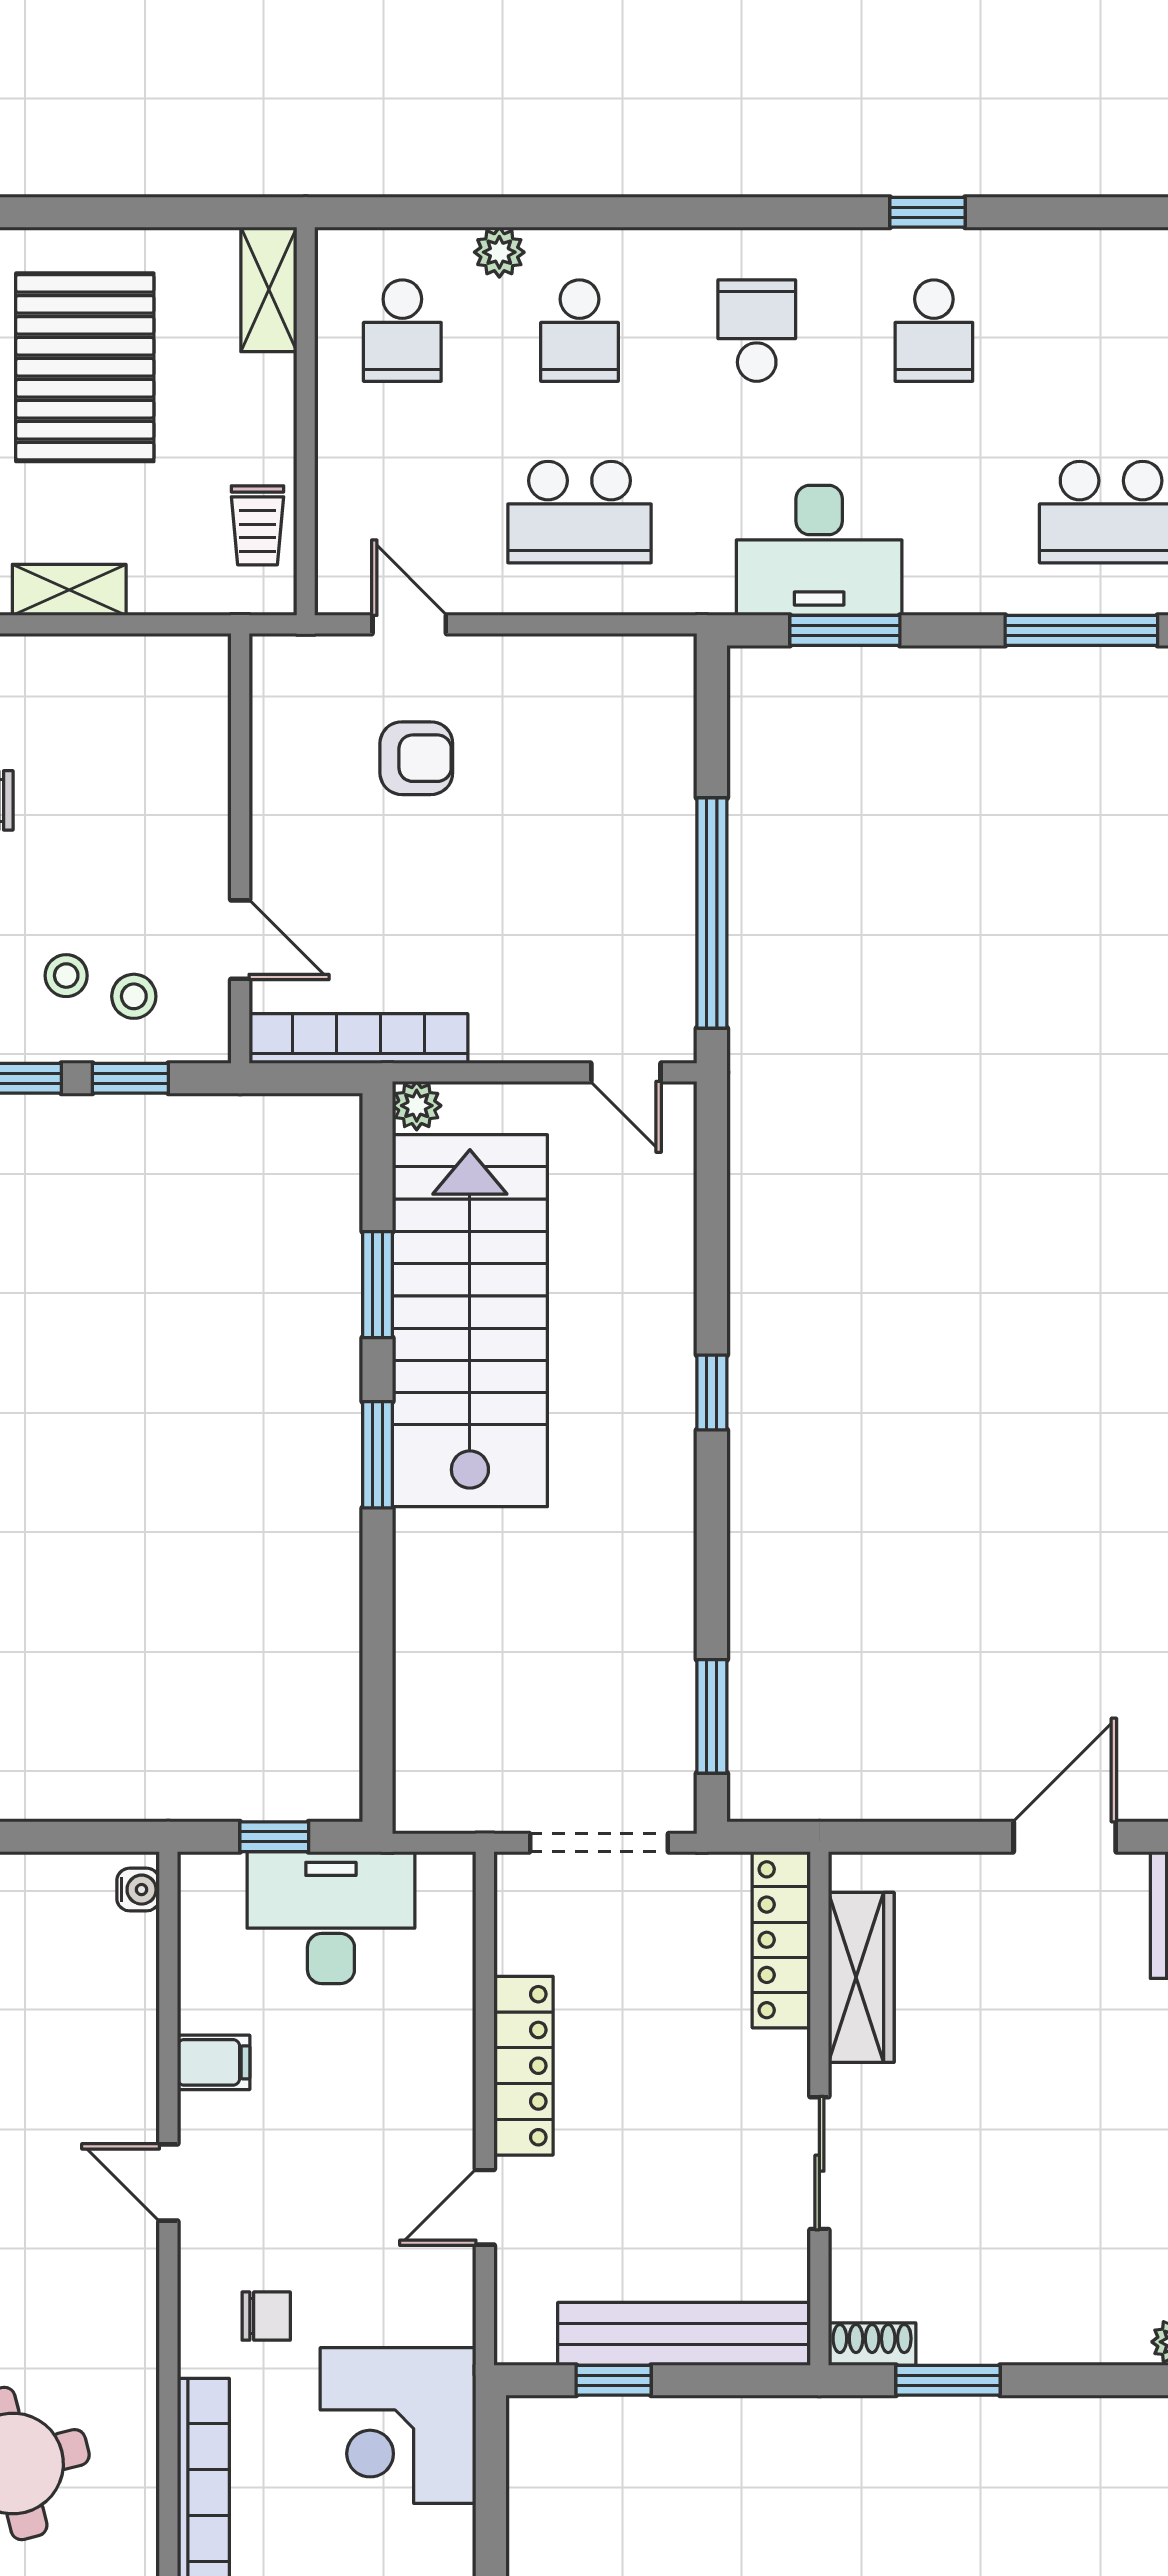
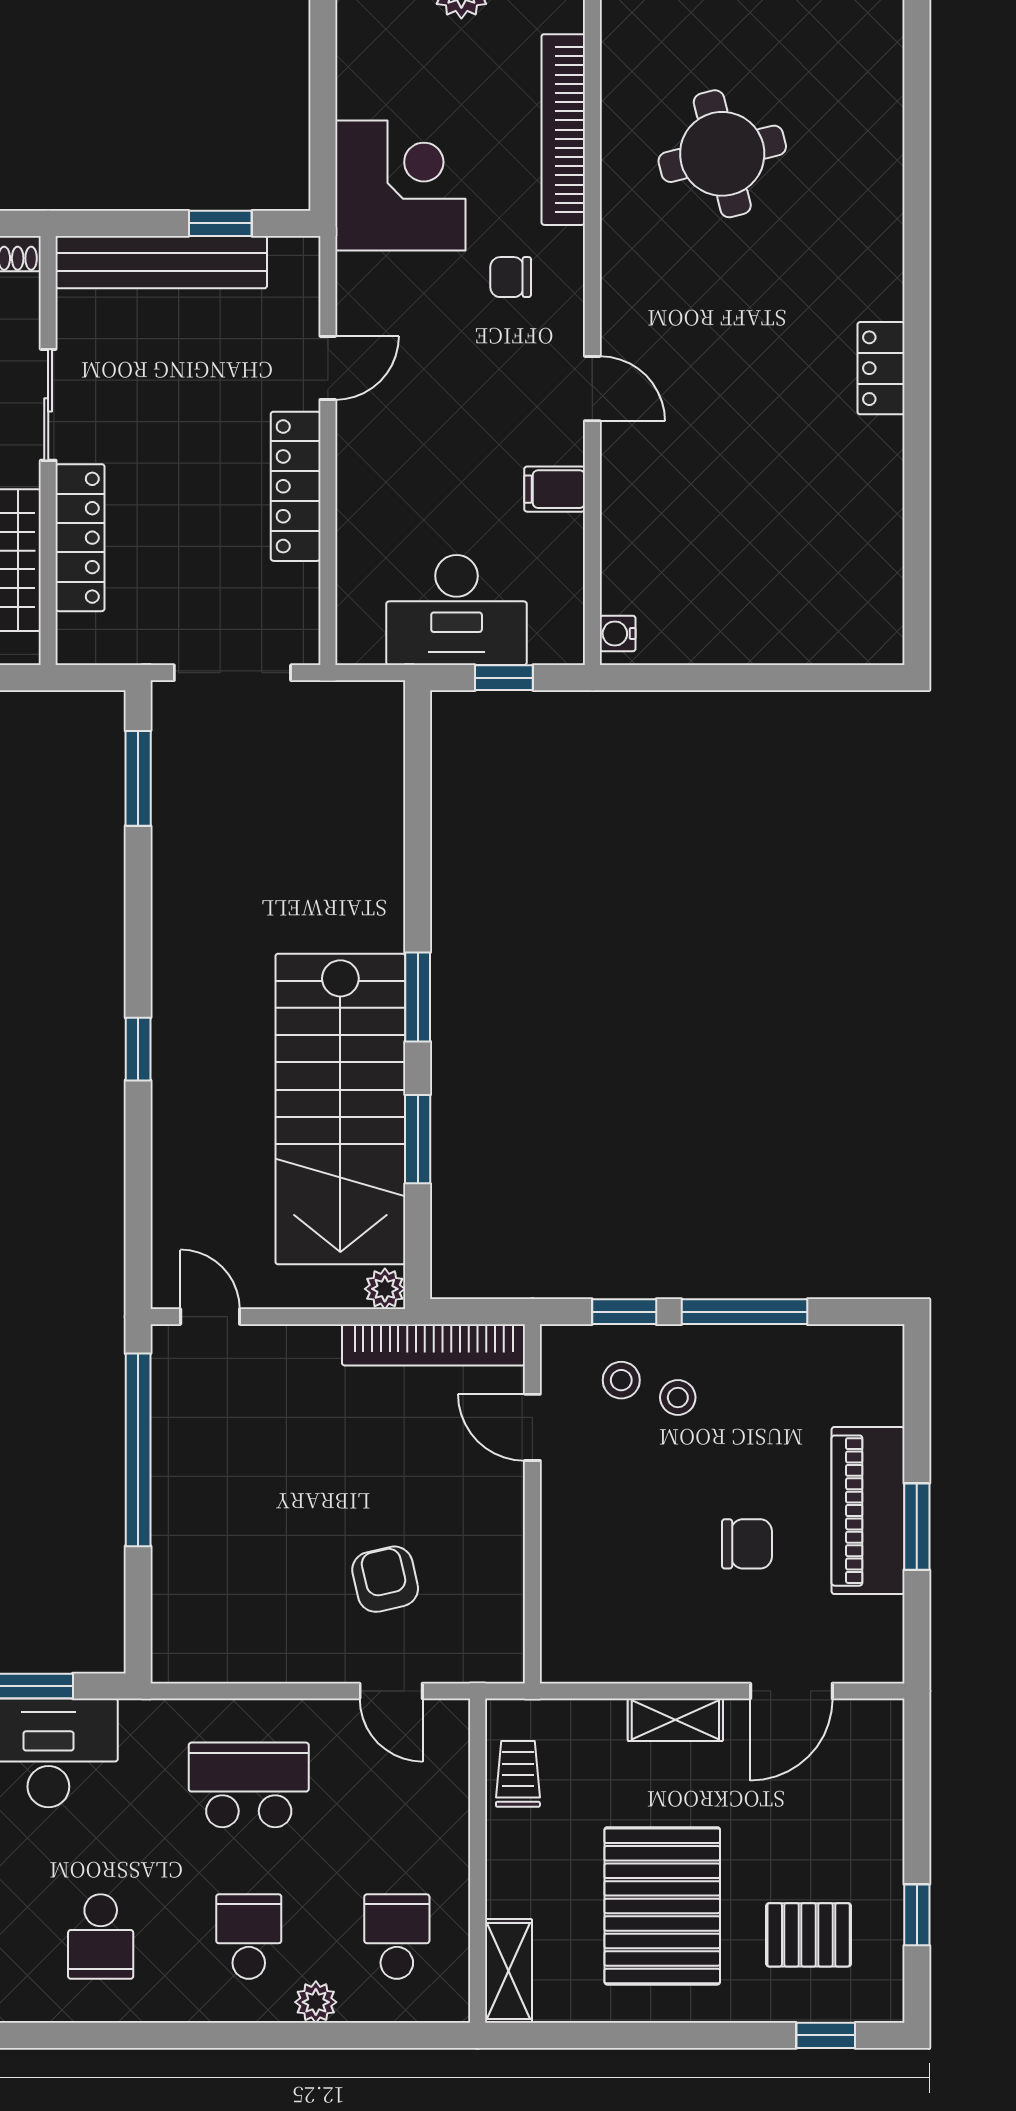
armchair: (416, 758) -> (385, 1579), turned 77
locker: (781, 1940) -> (80, 538), moved

